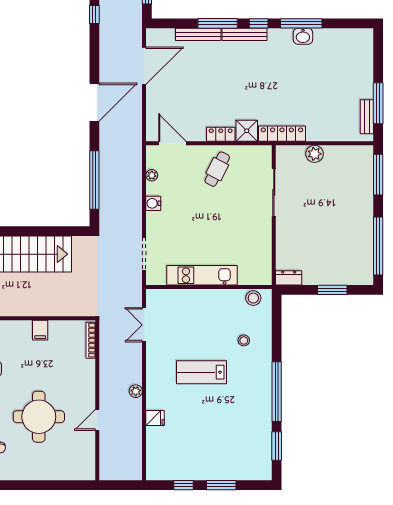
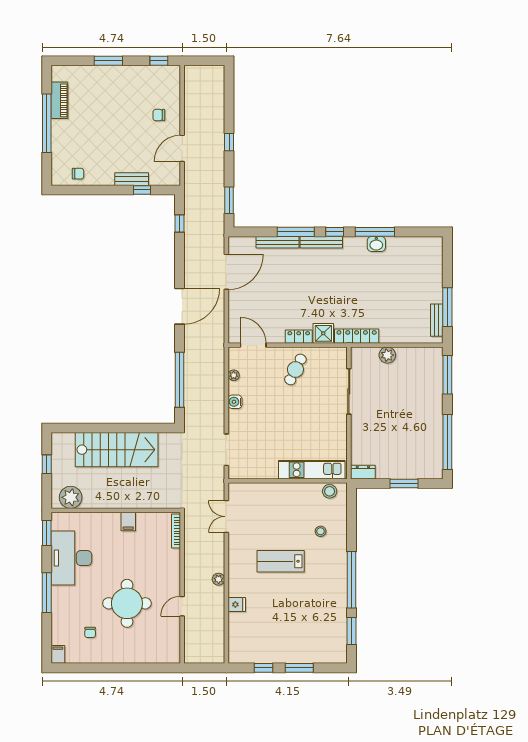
kitchen unit: (202, 275) -> (312, 470), moved

